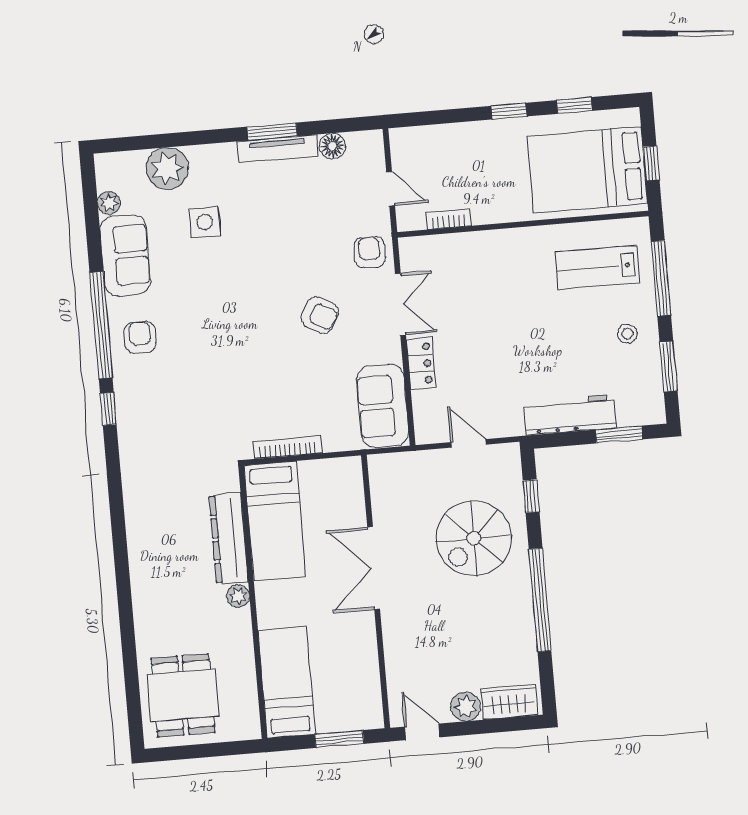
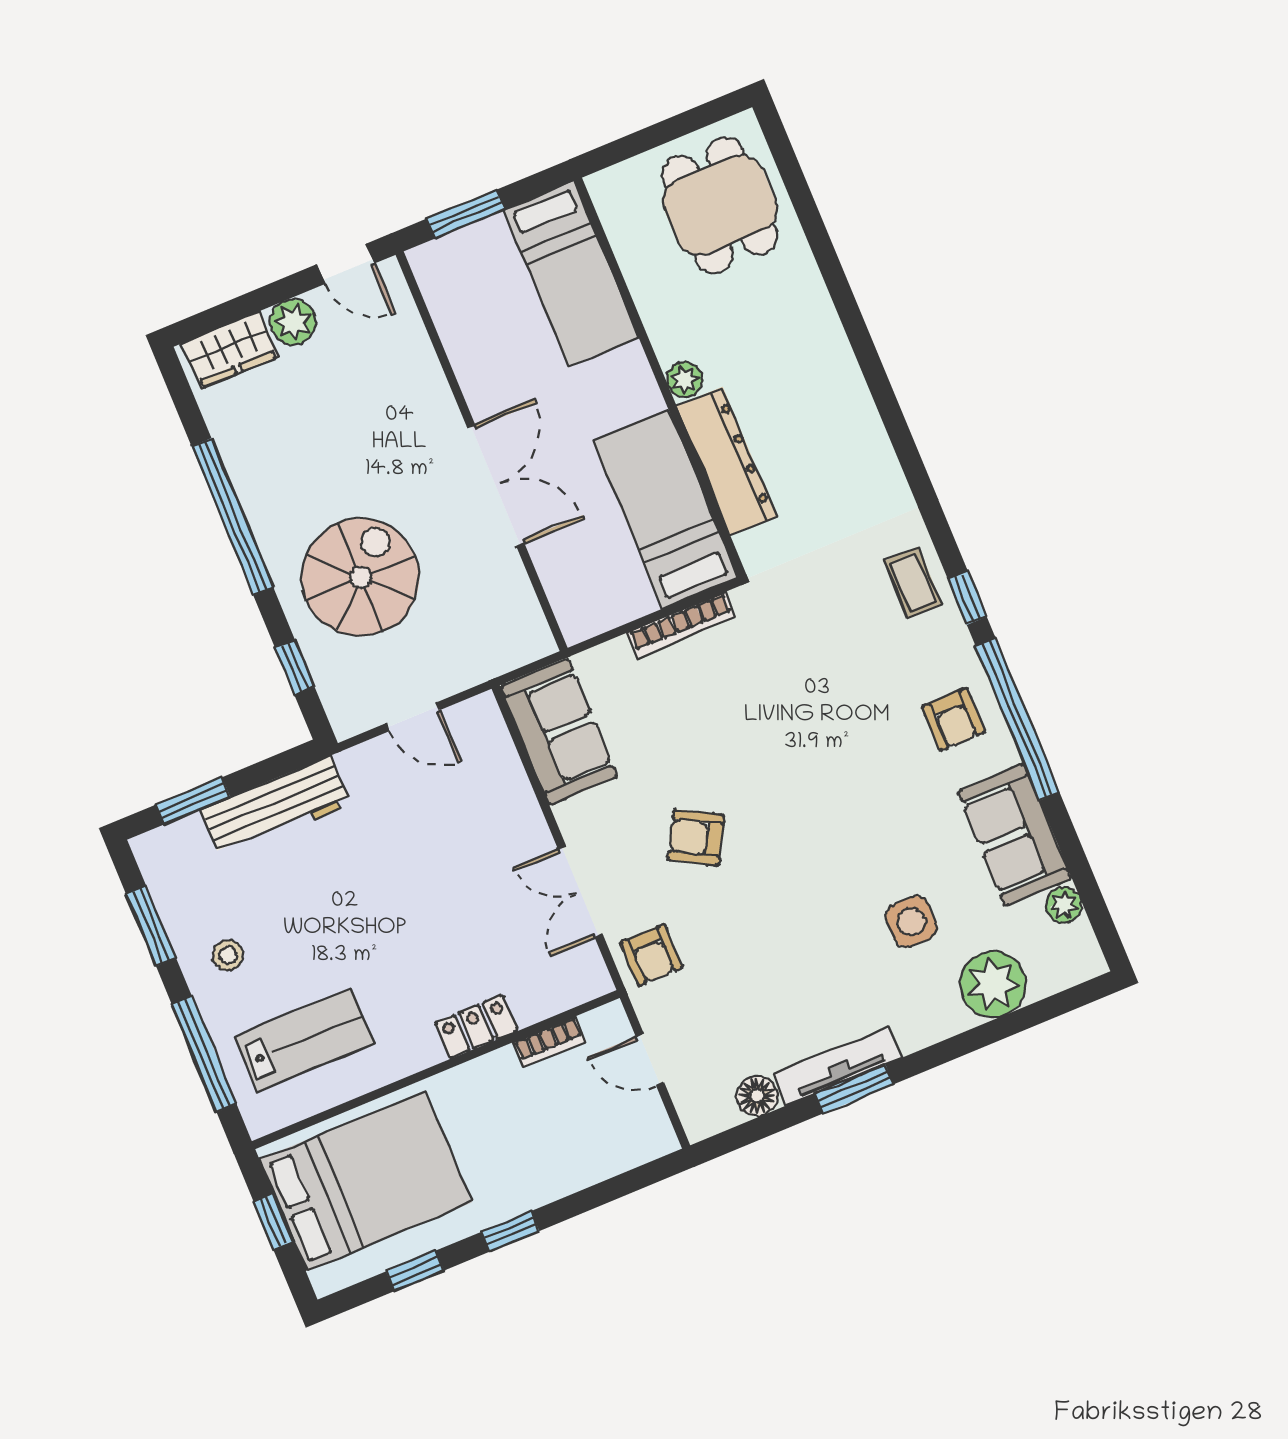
locker: (421, 364) -> (476, 1027), moved, turned 90
coffee table: (138, 428) -> (913, 583), added

